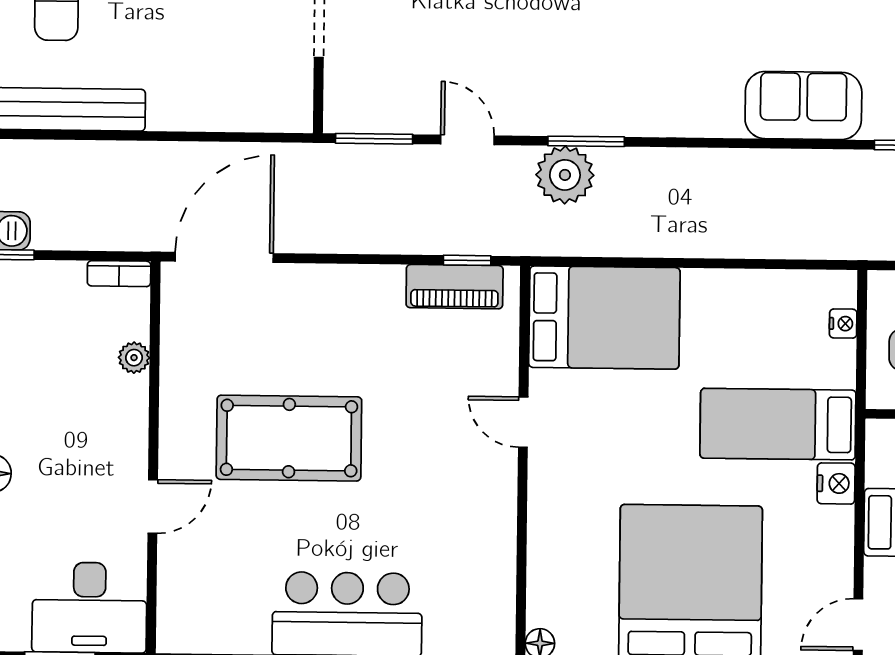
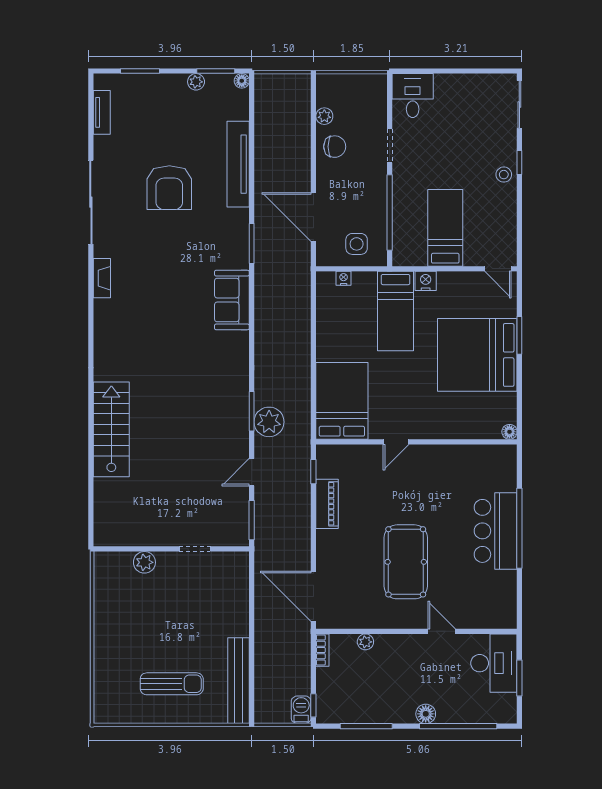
piano: (455, 287) -> (327, 504), moved

